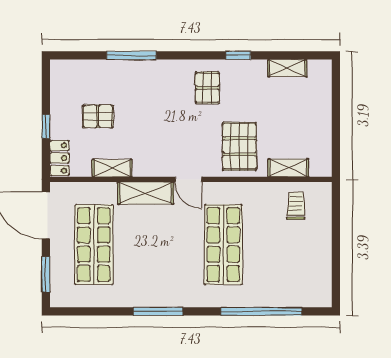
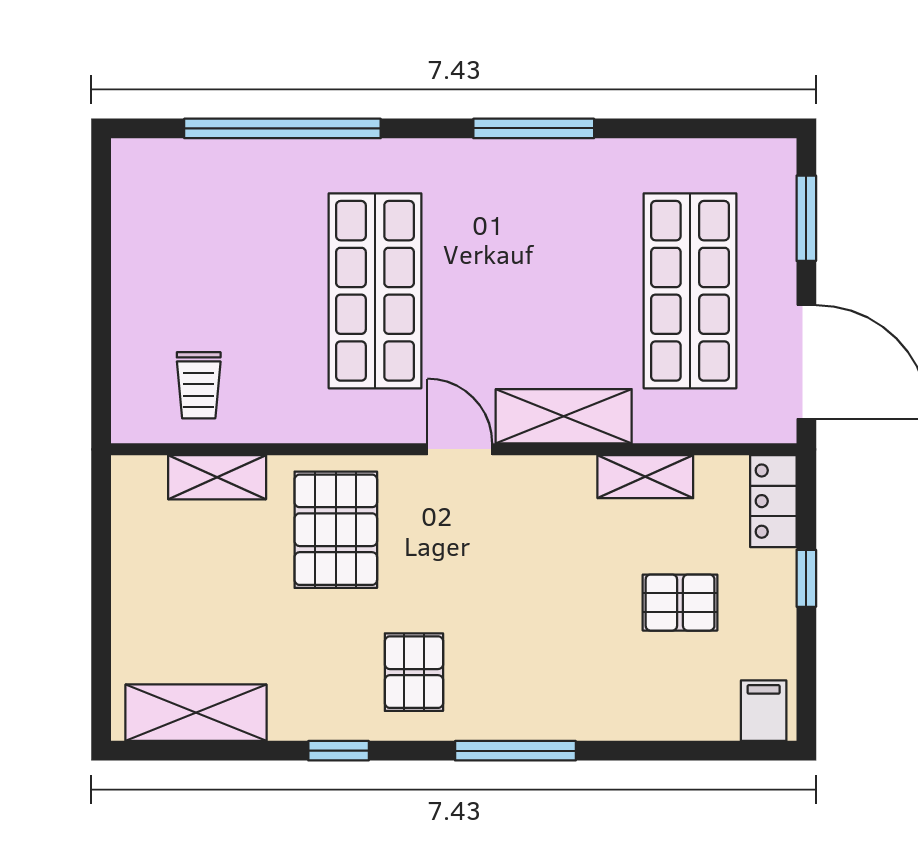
window: (131, 55) -> (515, 751), moved
shelving: (287, 68) -> (196, 713), width x1.50, depth x1.33
filing cabinet: (63, 72) -> (764, 711), added

